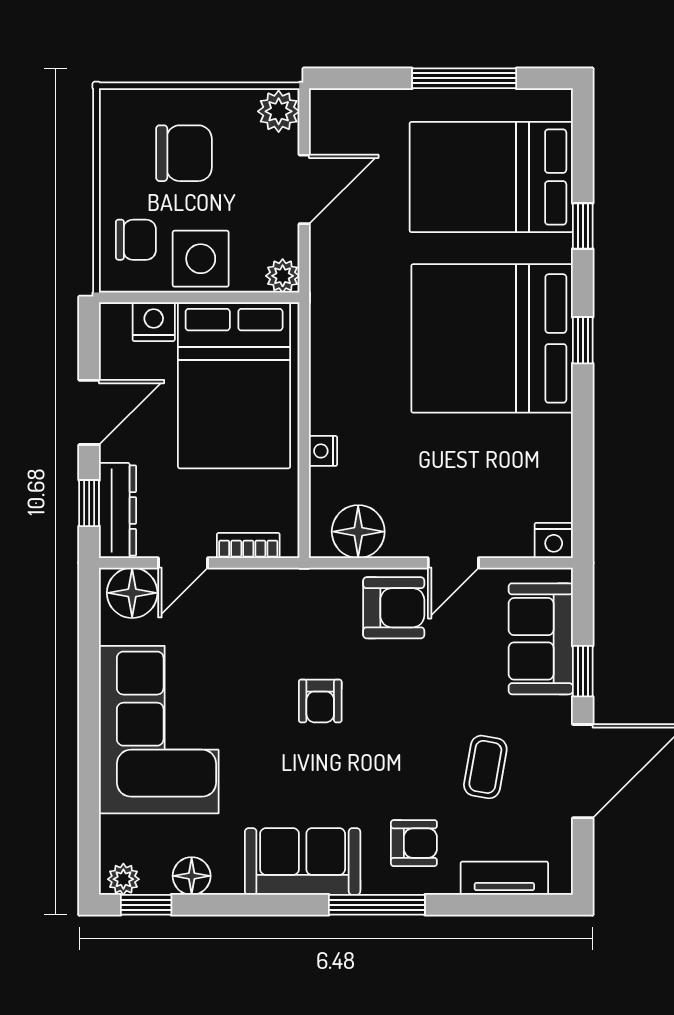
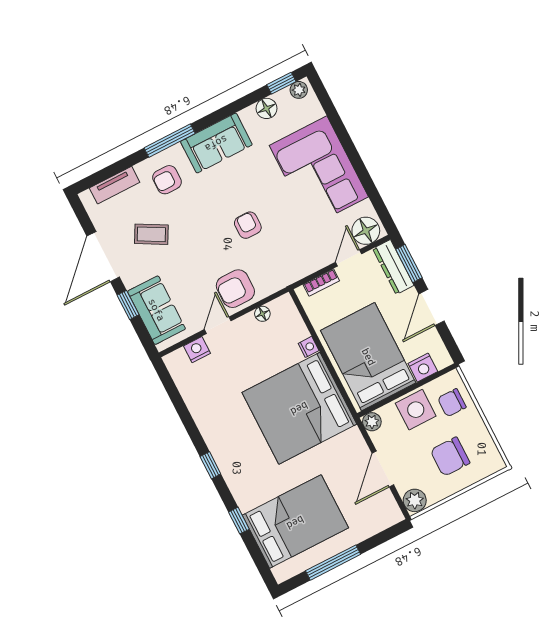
bed: (492, 338) -> (299, 408), moved, turned 180
window: (89, 503) -> (409, 263), width x1.50
floor lamp: (358, 532) -> (262, 314), width x0.53, depth x0.53
nightstand: (554, 541) -> (197, 350), moved
coffee table: (485, 767) -> (151, 234), turned -71

